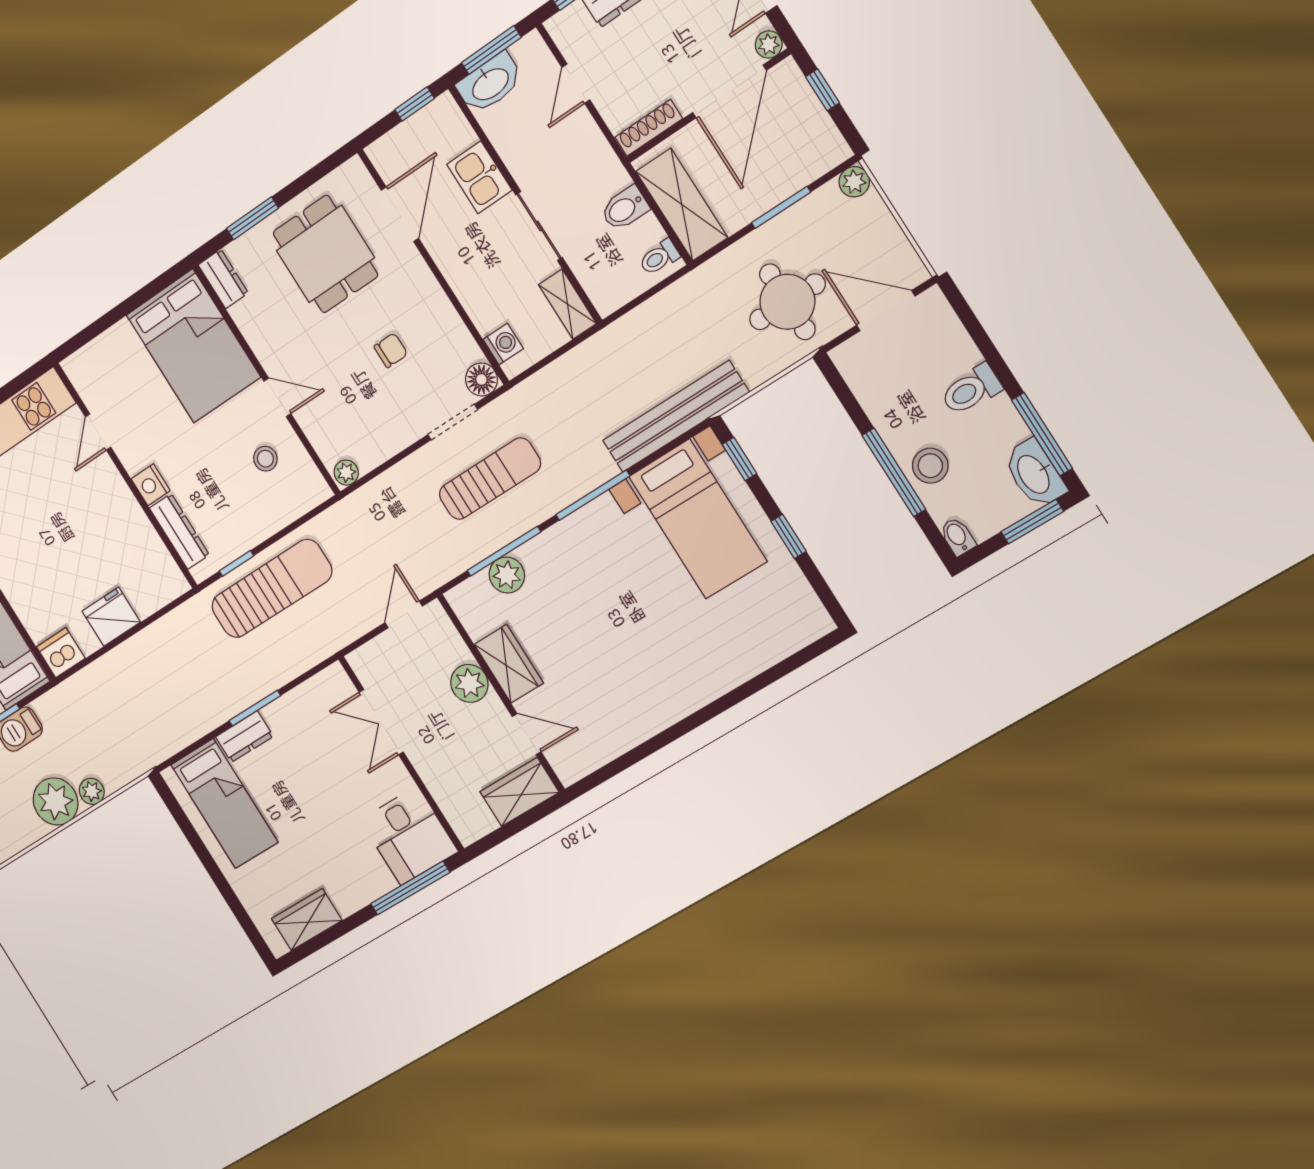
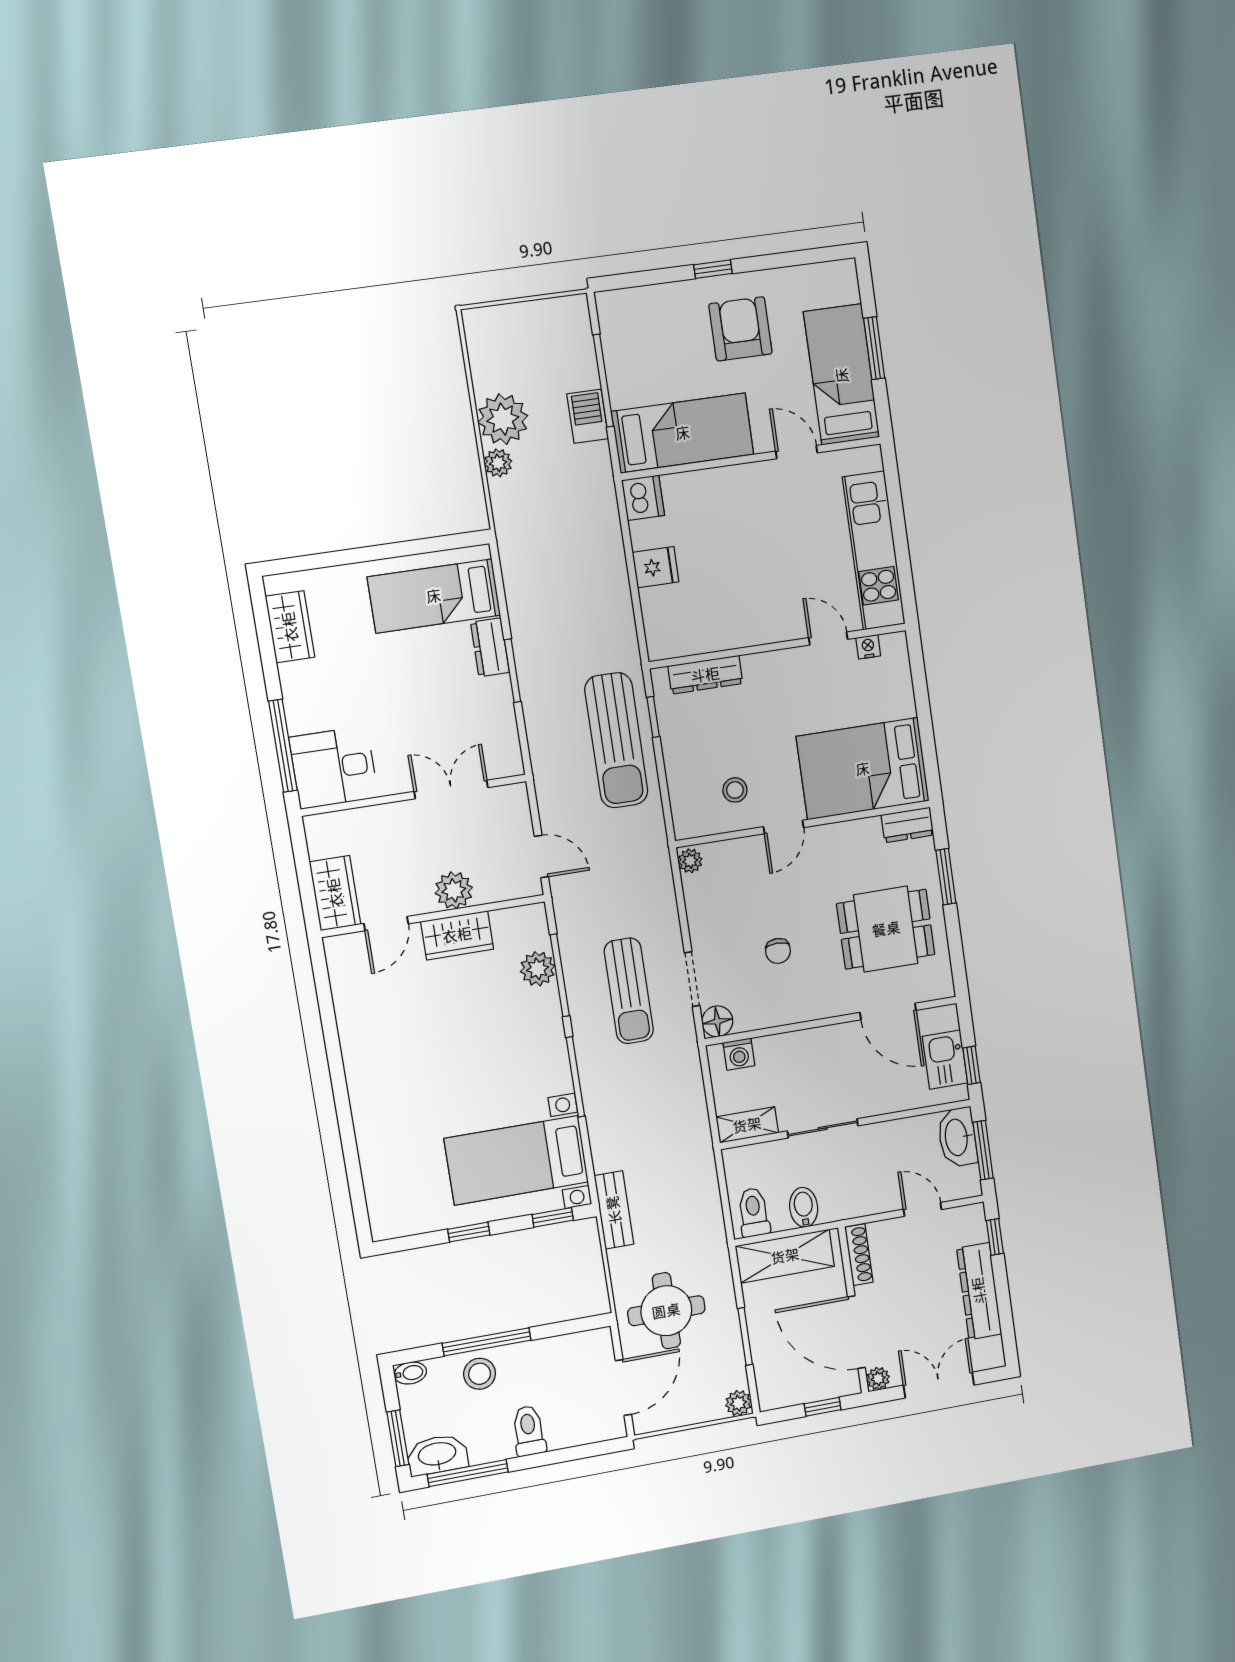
kitchen sink: (479, 177) -> (945, 1060), moved, turned -90
toilet: (659, 257) -> (754, 1212), width x1.37, depth x1.39
bench: (676, 417) -> (614, 1210), width x0.54, depth x0.82
nightstand: (151, 485) -> (868, 647), moved, width x0.72, depth x0.74
fridge: (111, 617) -> (656, 567), width x0.72

